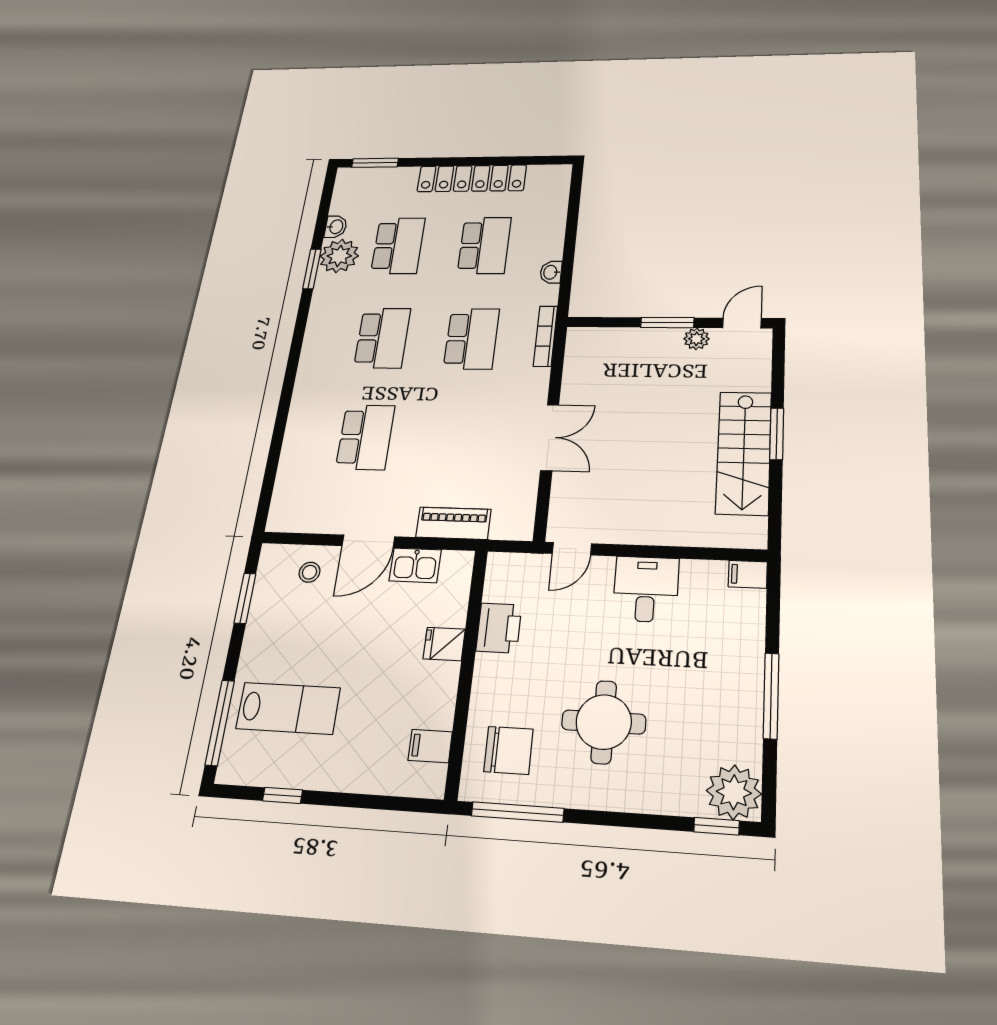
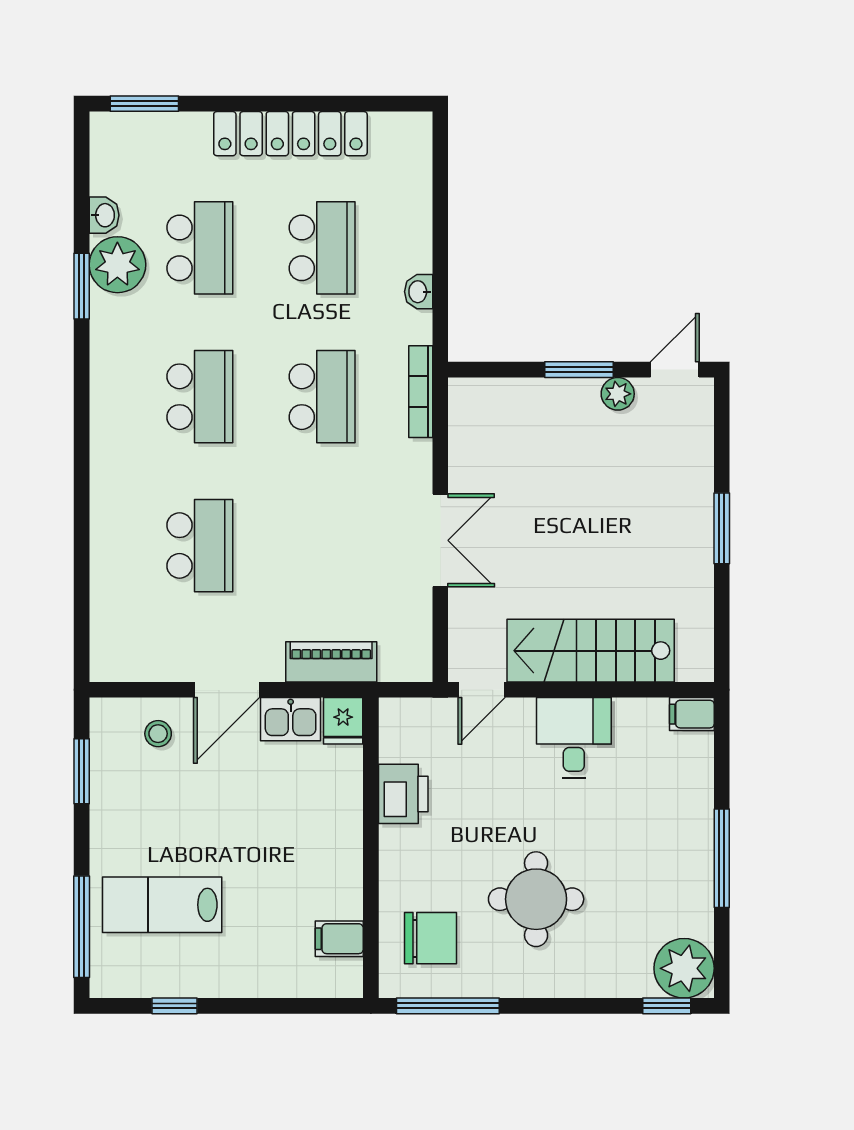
stairs: (744, 453) -> (591, 651), moved, turned 90
fridge: (444, 644) -> (343, 721), moved, turned -90
lab bench: (288, 708) -> (162, 905), turned 180

